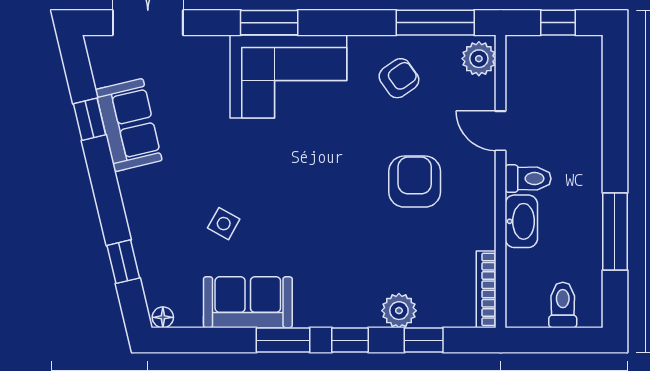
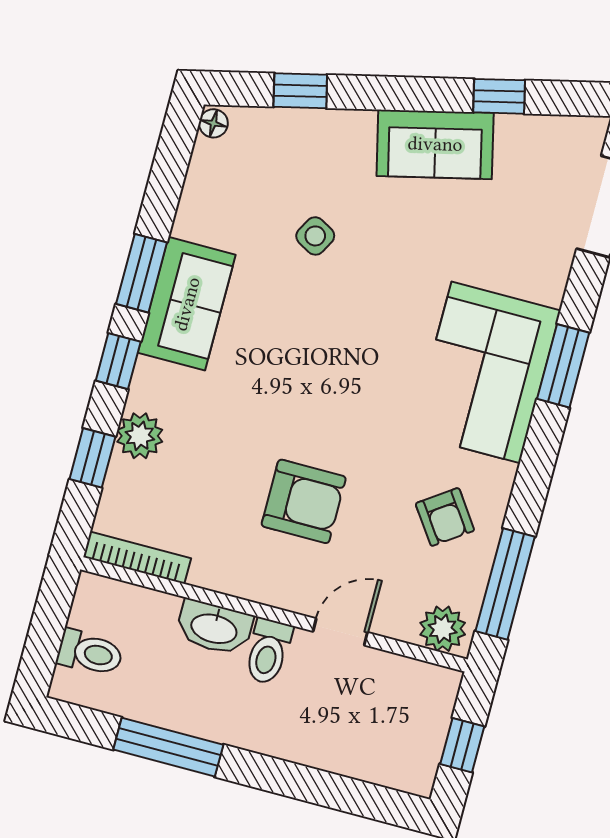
sofa: (129, 125) -> (435, 144), moved
sofa: (248, 302) -> (187, 304), moved

